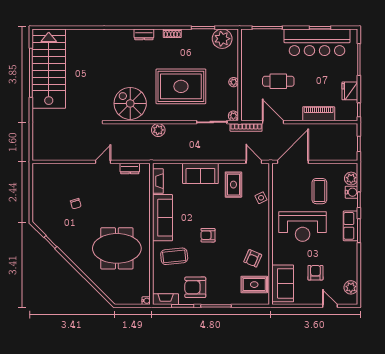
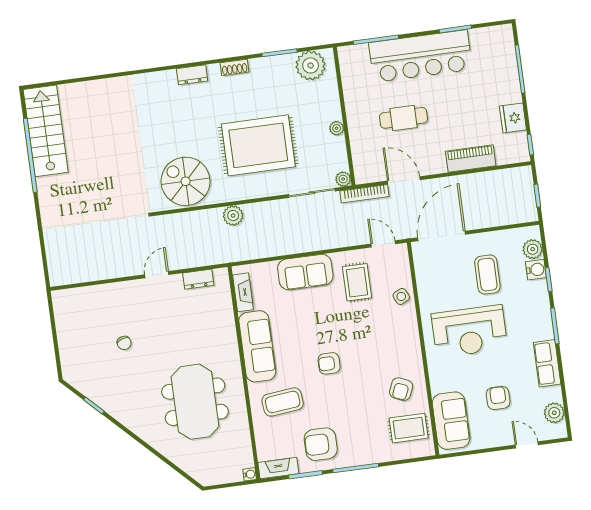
bar counter: (317, 42) -> (420, 56), moved
stairs: (49, 69) -> (46, 131), width x0.73, depth x0.66
row of seats: (351, 226) -> (547, 363), moved
meeting table: (117, 248) -> (195, 402), turned 90

